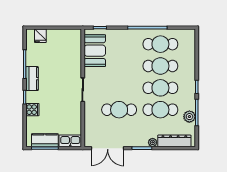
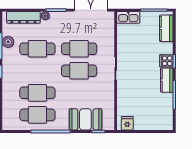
fridge: (40, 36) -> (127, 123), moved
booth: (95, 51) -> (85, 119), moved, turned 90
cafe table: (160, 88) -> (79, 71), moved
cooker: (32, 110) -> (166, 61), moved
kitchen counter: (45, 140) -> (166, 28), moved, turned 90

